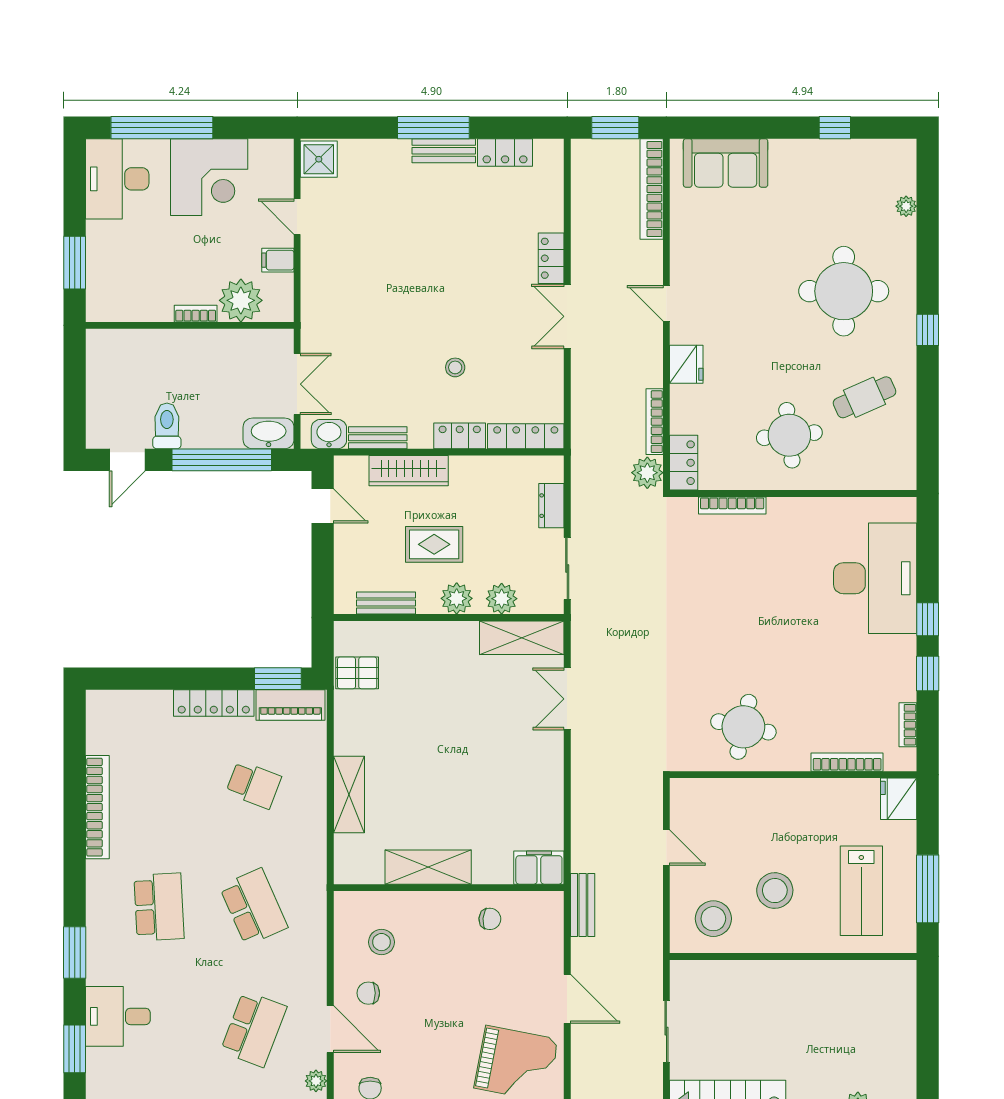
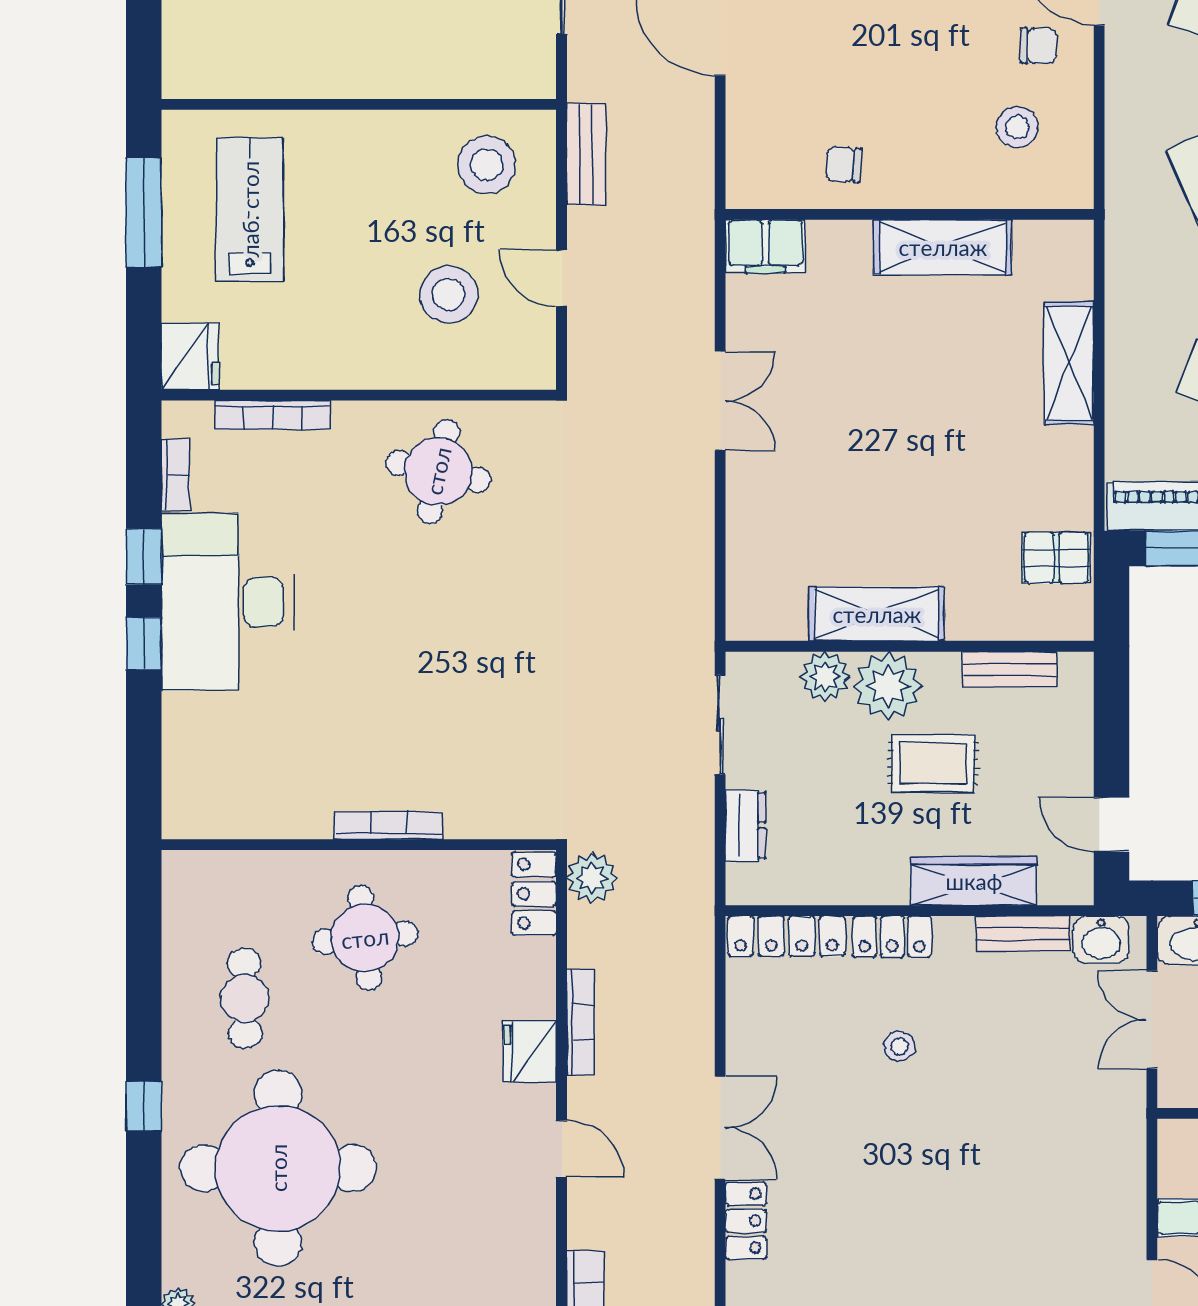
round table: (844, 291) -> (278, 1168), width x1.36, depth x1.36
cafe table: (865, 397) -> (245, 998), turned -67
bookcase: (655, 422) -> (580, 1022), moved
bookcase: (732, 505) -> (388, 825), moved
desk: (875, 578) -> (228, 602), moved
plant: (457, 598) -> (888, 686), width x1.36, depth x1.36
shelving: (522, 638) -> (877, 614), moved
double door: (567, 699) -> (720, 401), moved
stool: (775, 891) -> (449, 295), moved
bench: (583, 905) -> (586, 154), moved

